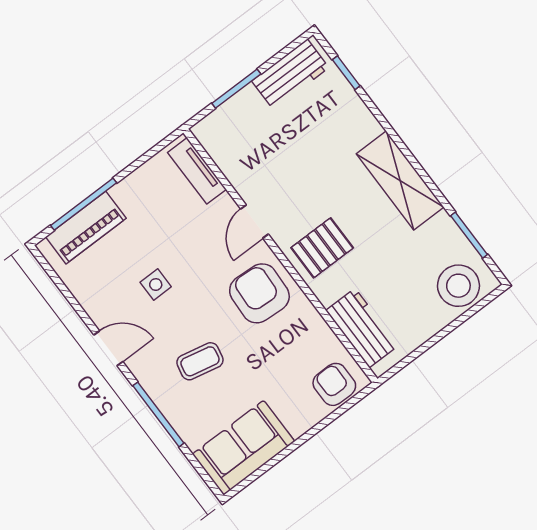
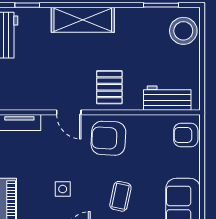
shelving: (400, 181) -> (83, 20), moved

